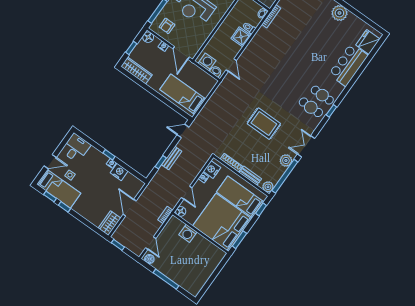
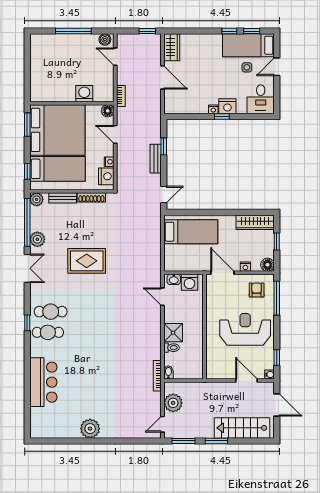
fridge: (368, 42) -> (40, 420), removed
nightstand: (119, 172) -> (227, 106), moved

